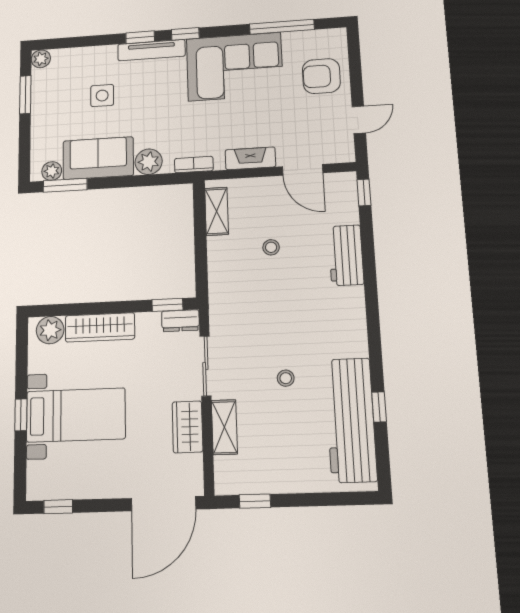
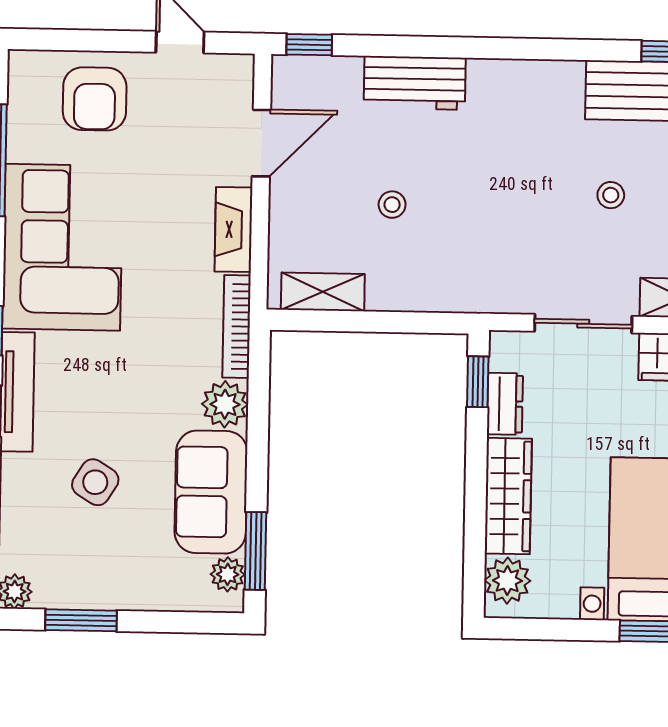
side table: (102, 96) -> (95, 482), turned 32
bookcase: (194, 165) -> (237, 327), width x1.56
dresser: (180, 321) -> (505, 404), moved

